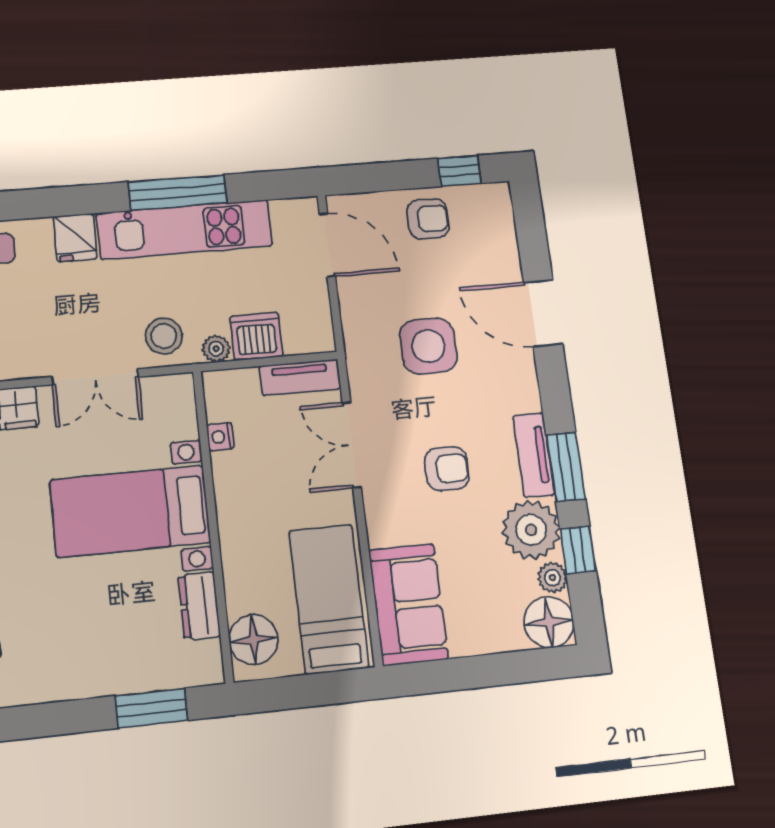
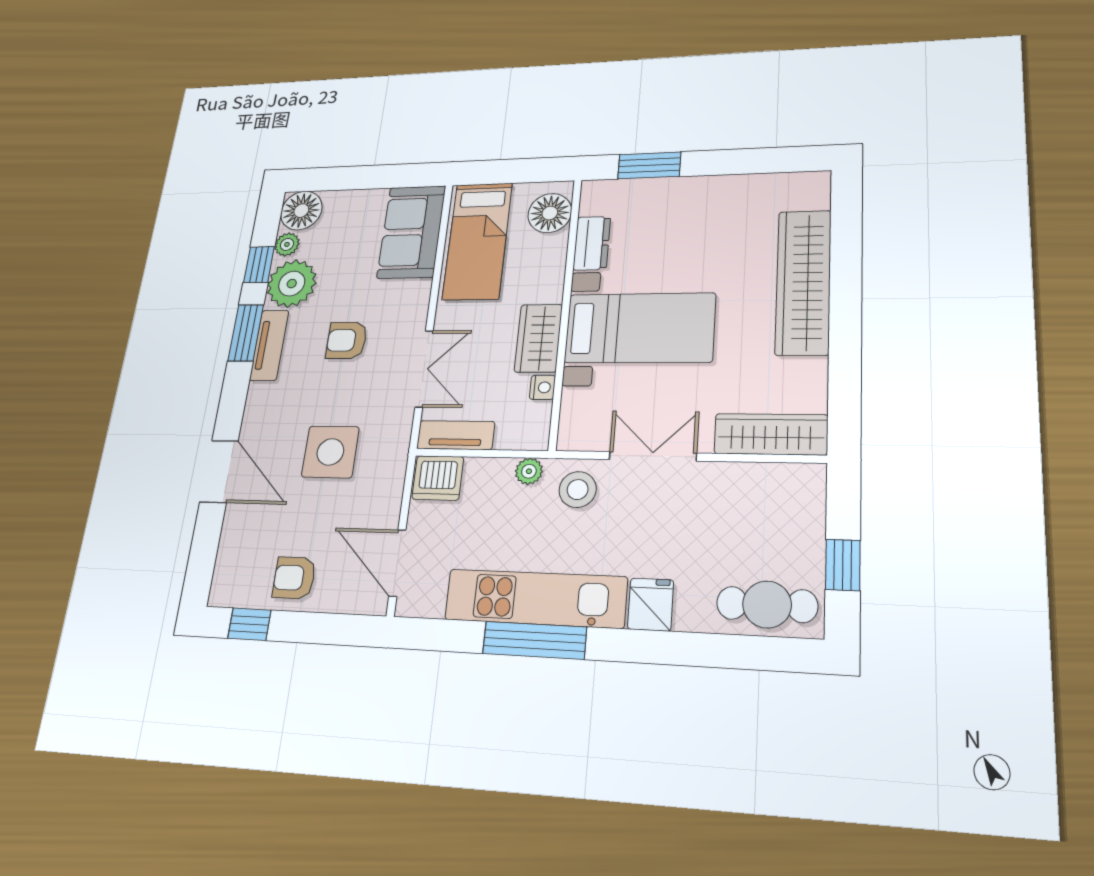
dishwasher: (256, 336) -> (438, 478), moved
wardrobe: (236, 490) -> (538, 338), added

